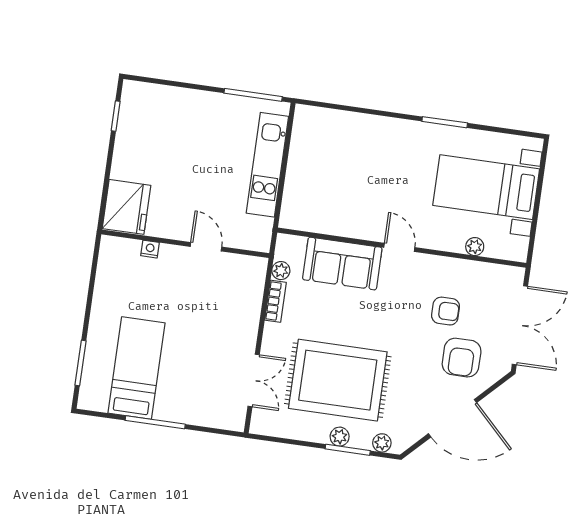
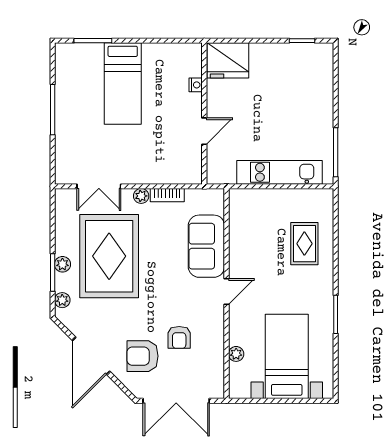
rug: (356, 147) -> (304, 244), added
plant: (281, 271) -> (141, 196), moved
bed: (137, 368) -> (123, 84), moved, turned 90

